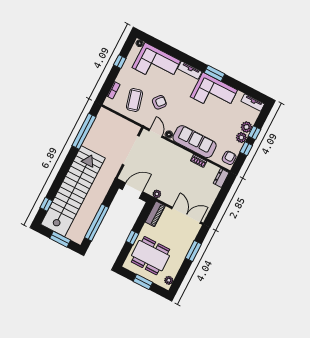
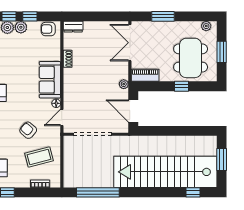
sofa: (195, 142) -> (50, 80), width x0.73
window: (97, 223) -> (185, 131), removed

